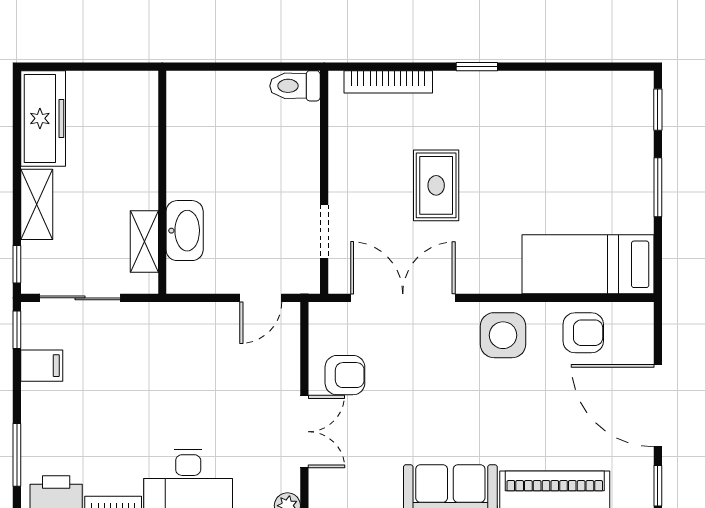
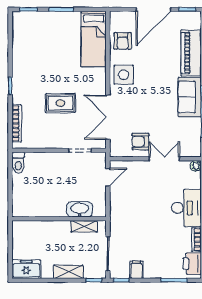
freezer: (43, 118) -> (26, 269), width x0.71
door: (261, 298) -> (108, 177), hinge flipped
armchair: (583, 333) -> (123, 41), turned 180
armchair: (345, 375) -> (140, 142), turned -90

